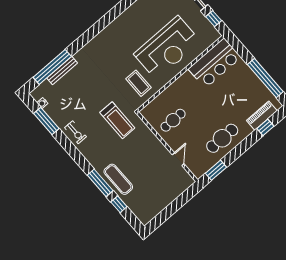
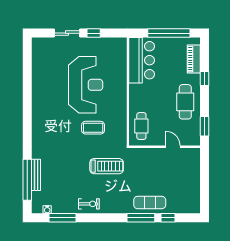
bar counter: (215, 63) -> (142, 60), moved
wall: (180, 74) -> (128, 92), moved
window: (265, 127) -> (204, 78), moved

